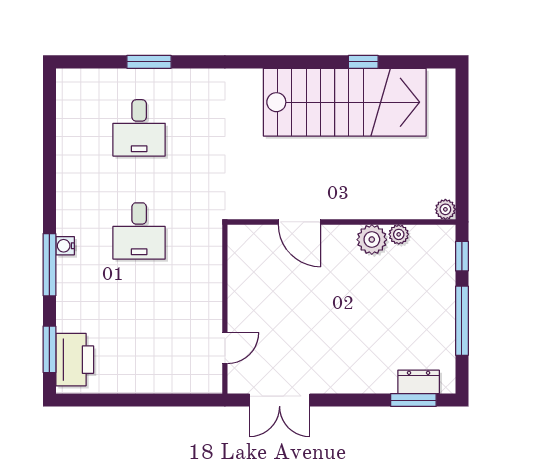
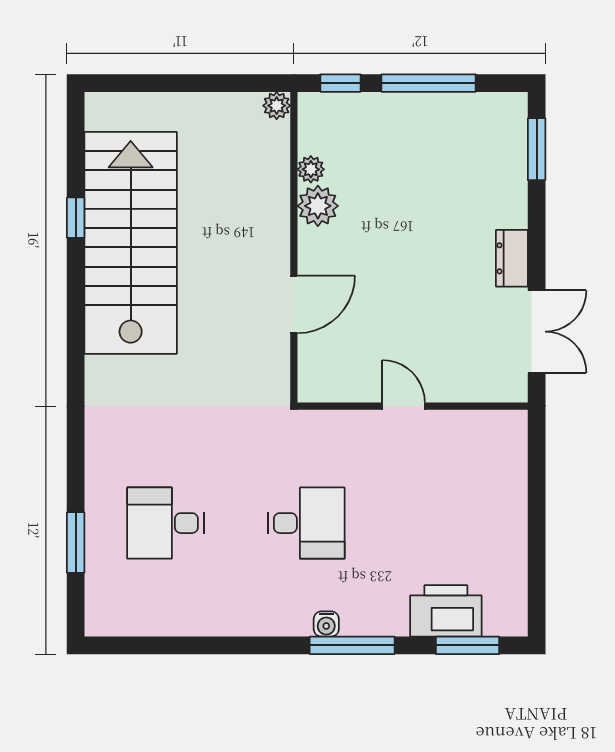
window: (149, 62) -> (76, 542), moved
desk: (139, 128) -> (166, 523), turned 180
door: (225, 348) -> (404, 406), moved
printer: (75, 360) -> (446, 611), moved
dresser: (419, 382) -> (512, 258), moved

